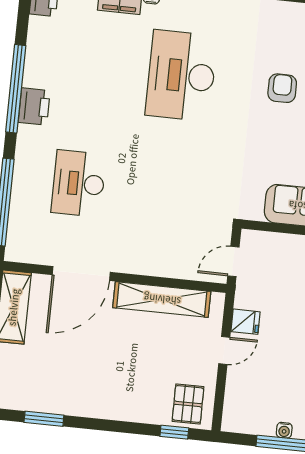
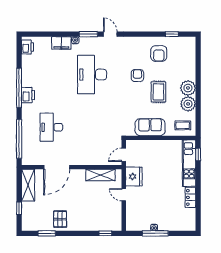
shelving: (162, 300) -> (100, 175), width x0.68
fridge: (245, 322) -> (134, 177), width x1.88, depth x1.34
door: (224, 350) -> (124, 195), swing flipped
pallet: (188, 404) -> (60, 219), moved

